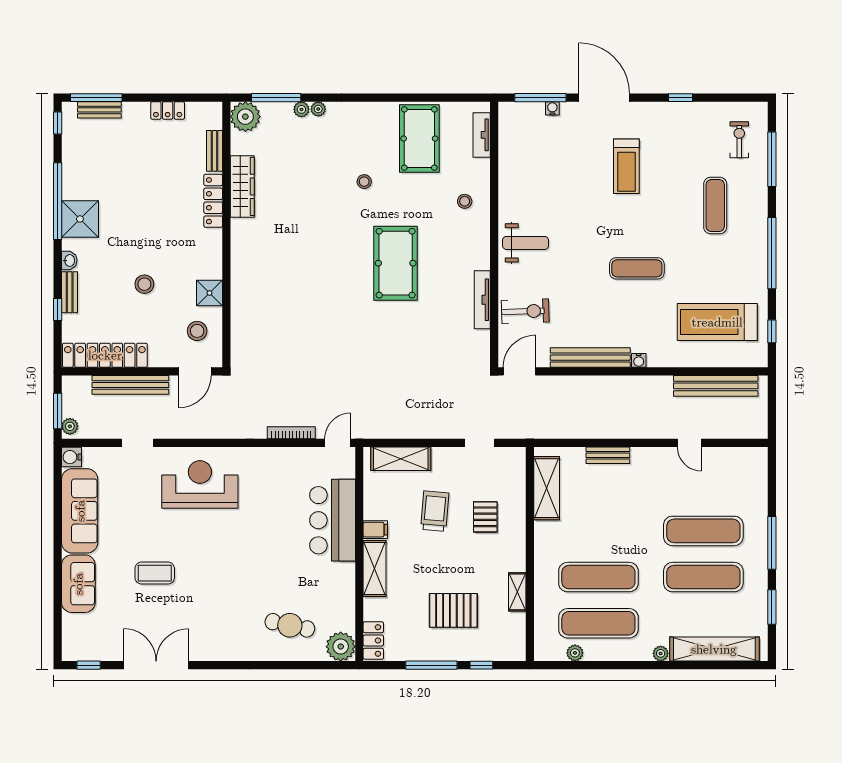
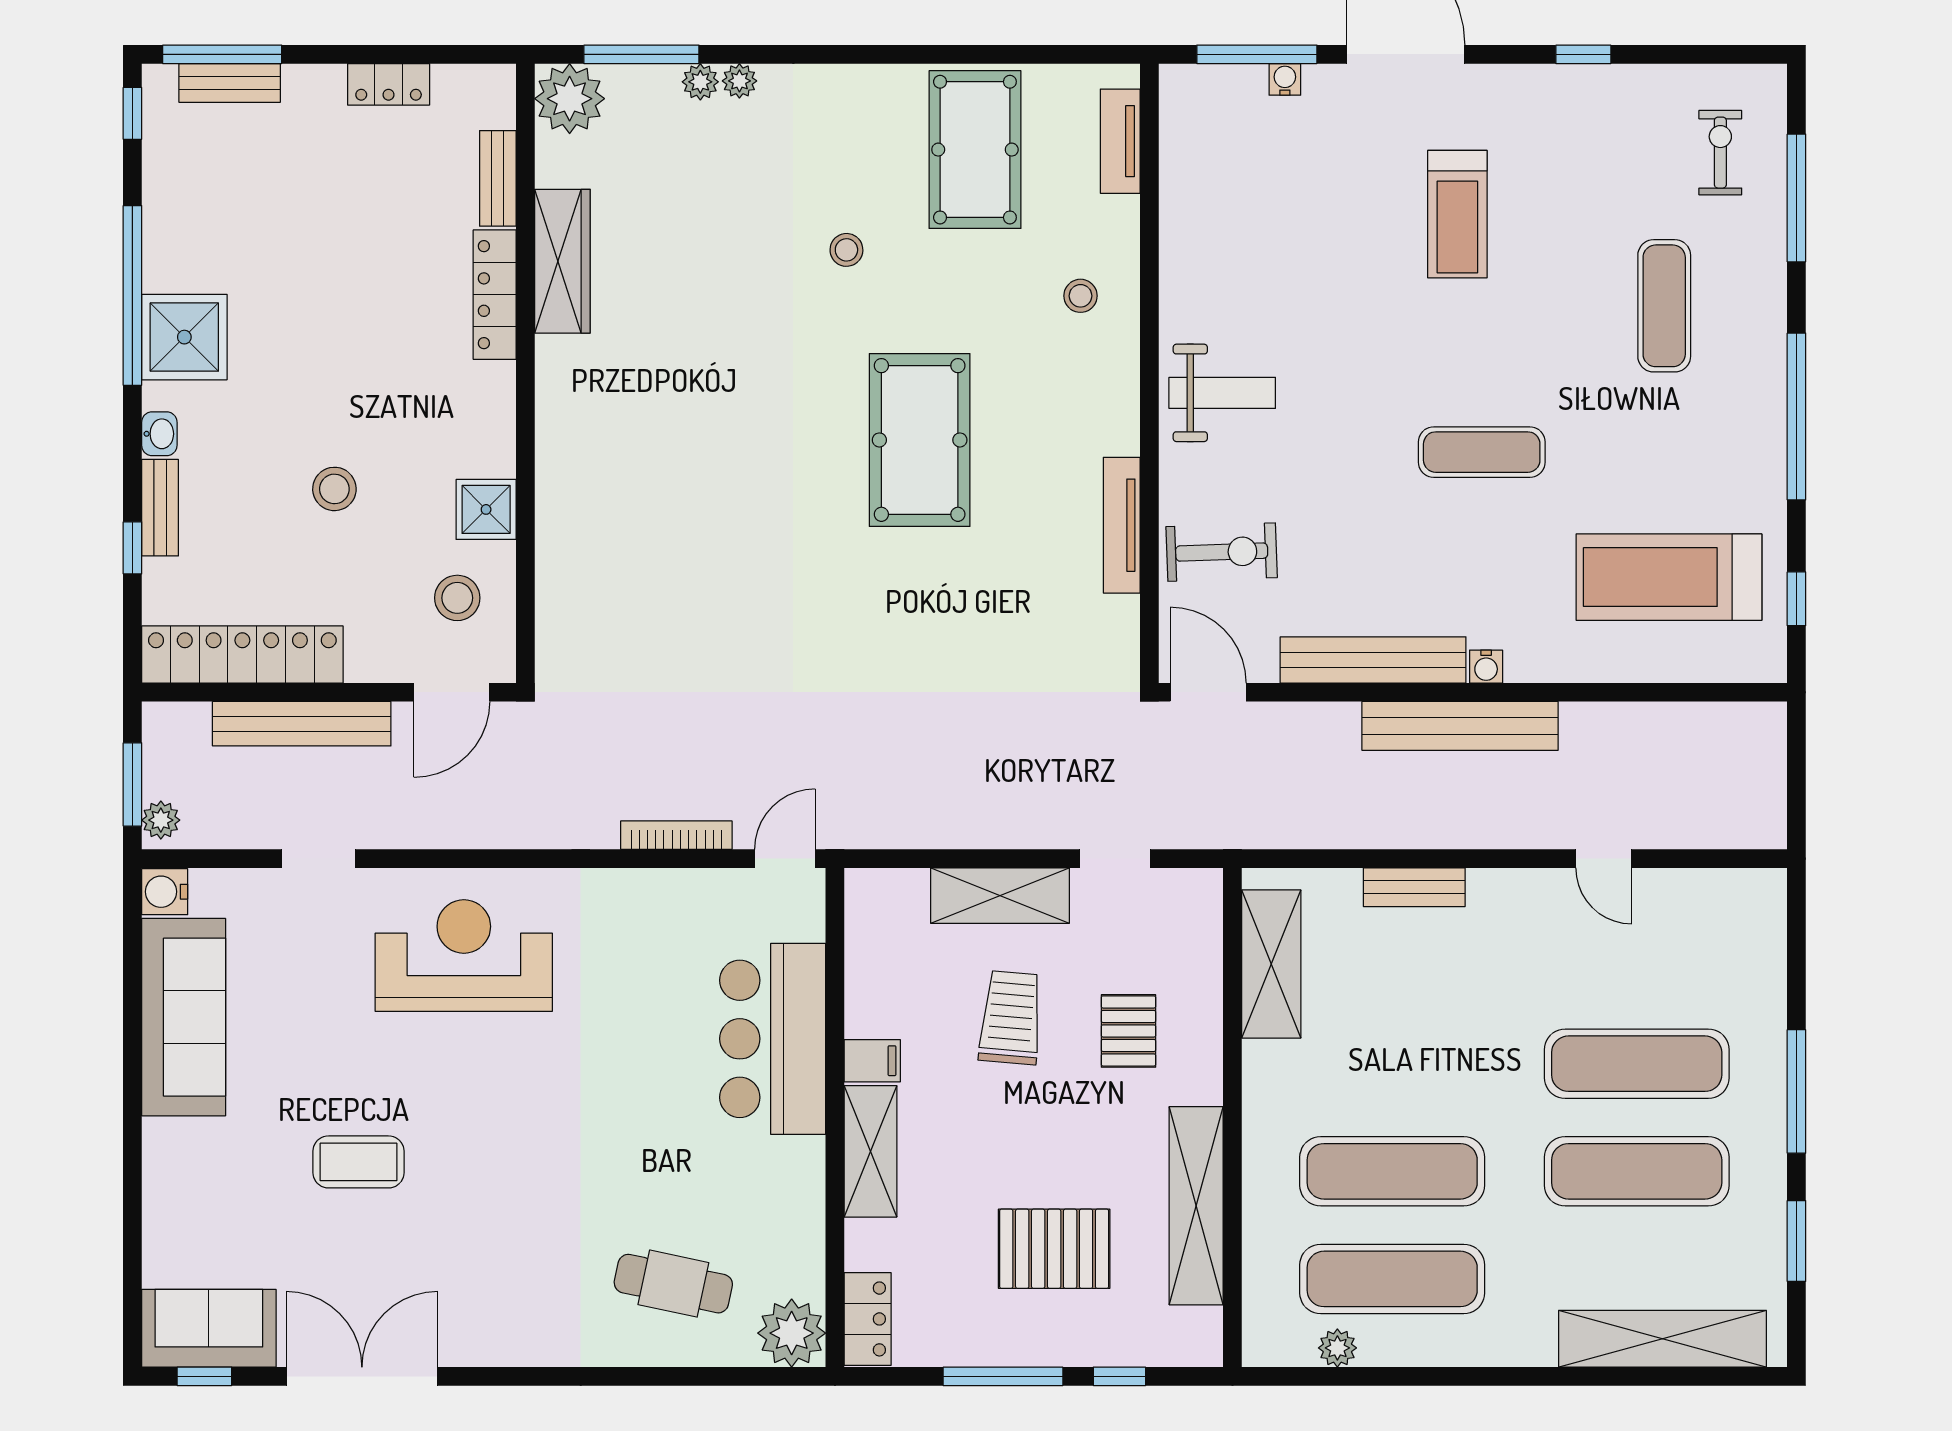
door: (519, 371) -> (1208, 692), hinge flipped
bench: (716, 386) -> (1460, 726), moved
shelving: (401, 459) -> (1000, 896), moved
sofa: (78, 584) -> (209, 1328), moved, turned -90
shelving: (517, 592) -> (1196, 1206), width x2.20, depth x1.33
plant: (661, 653) -> (1537, 1349), removed

